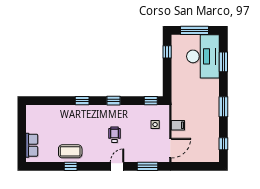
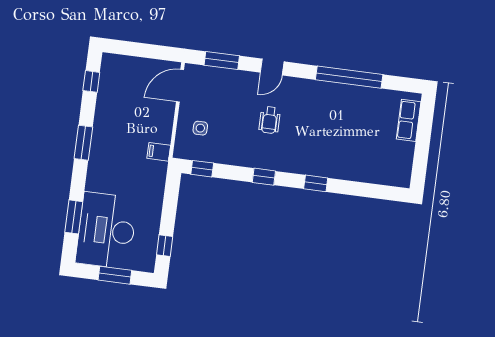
window: (194, 30) -> (115, 275), width x0.69
filing cabinet: (178, 125) -> (159, 152), moved
coffee table: (70, 151) -> (347, 102), removed
window: (71, 166) -> (349, 77), width x3.17

